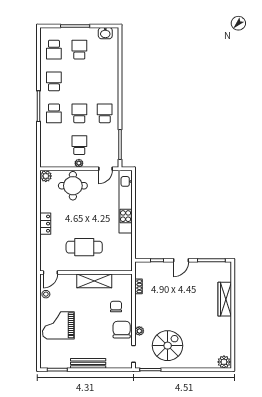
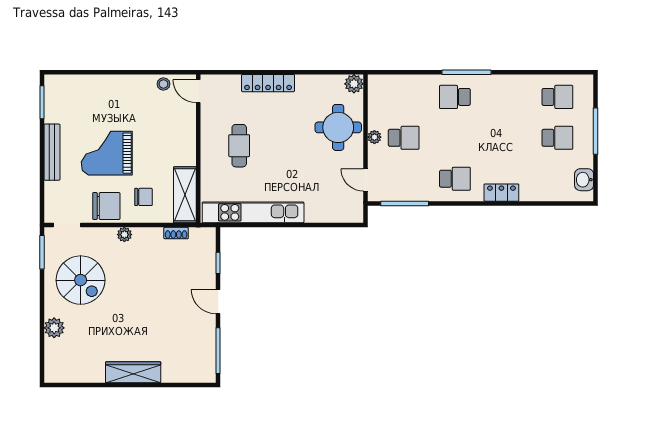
school desk: (54, 50) -> (557, 97), turned 180
school desk: (54, 81) -> (506, 97), removed
locker: (113, 84) -> (501, 193), added
school desk: (79, 113) -> (455, 138), removed
kitchen unit: (126, 202) -> (253, 212), moved
locker: (45, 224) -> (268, 83), width x1.53
cafe table: (84, 247) -> (239, 146), width x0.73, depth x0.74
shelving: (94, 281) -> (185, 195), moved
wardrobe: (225, 299) -> (133, 372), moved
grand piano: (58, 325) -> (107, 153), moved, turned -90
plant: (139, 331) -> (124, 235), moved
plant: (224, 362) -> (54, 328), moved

